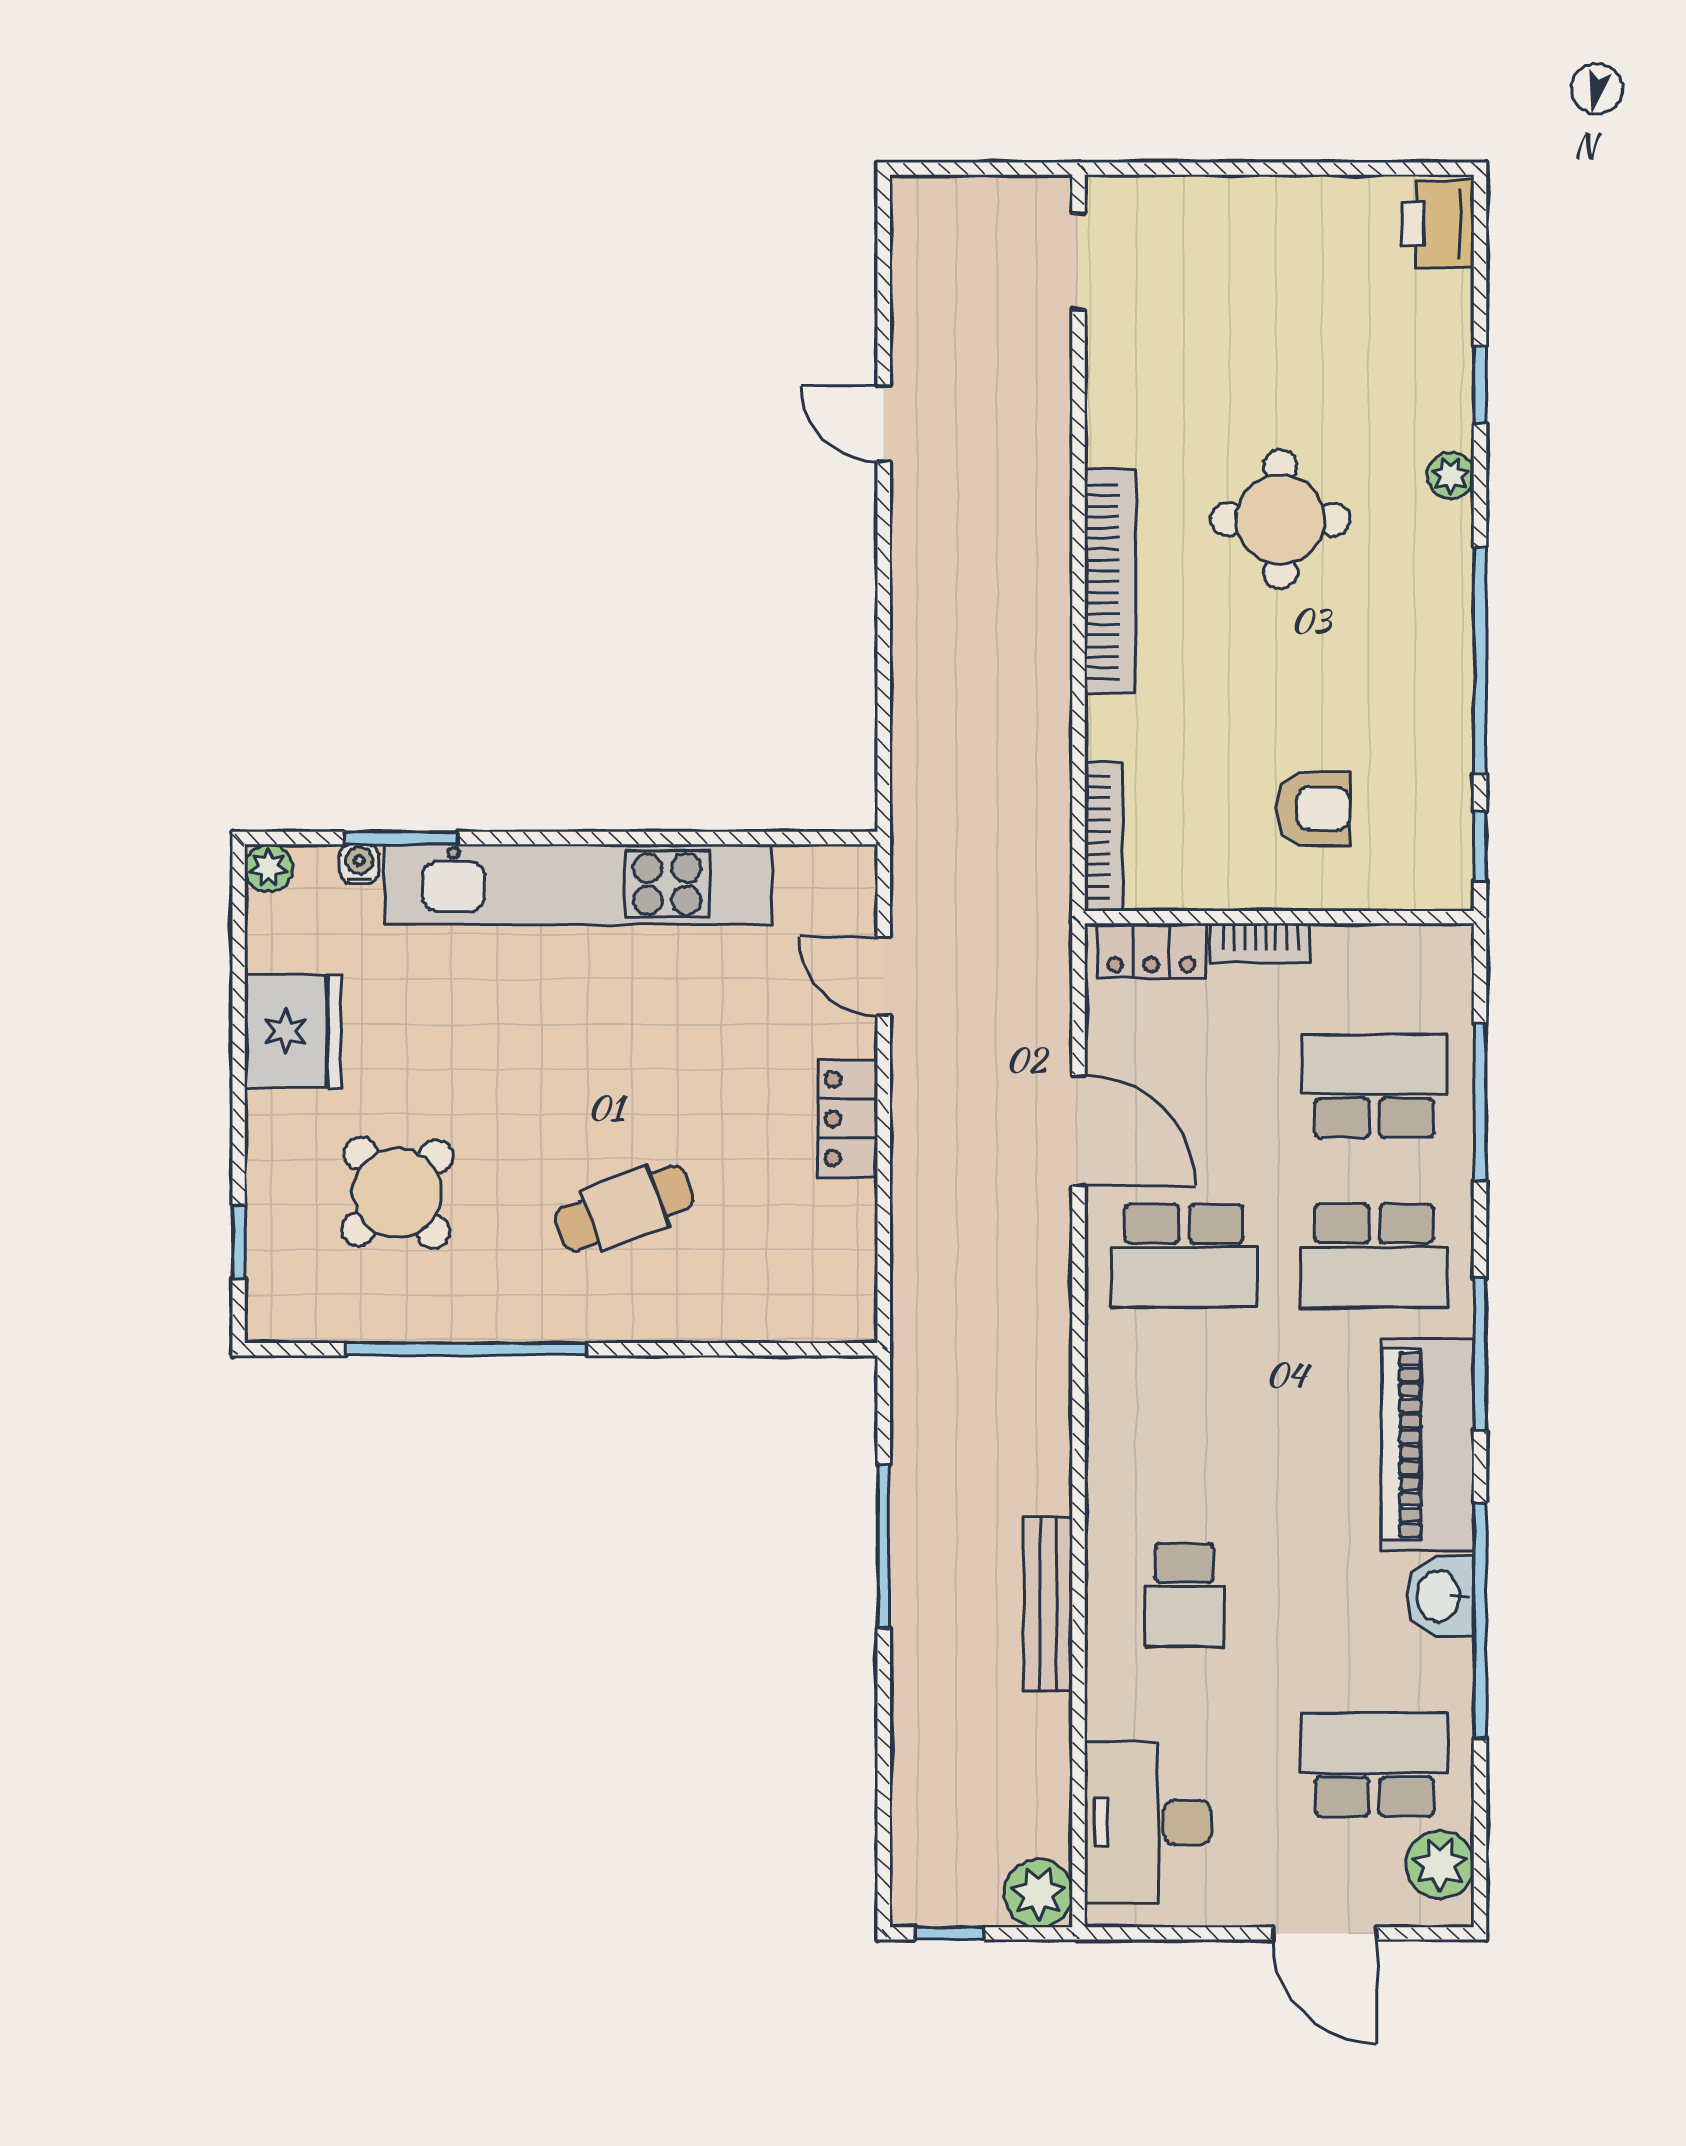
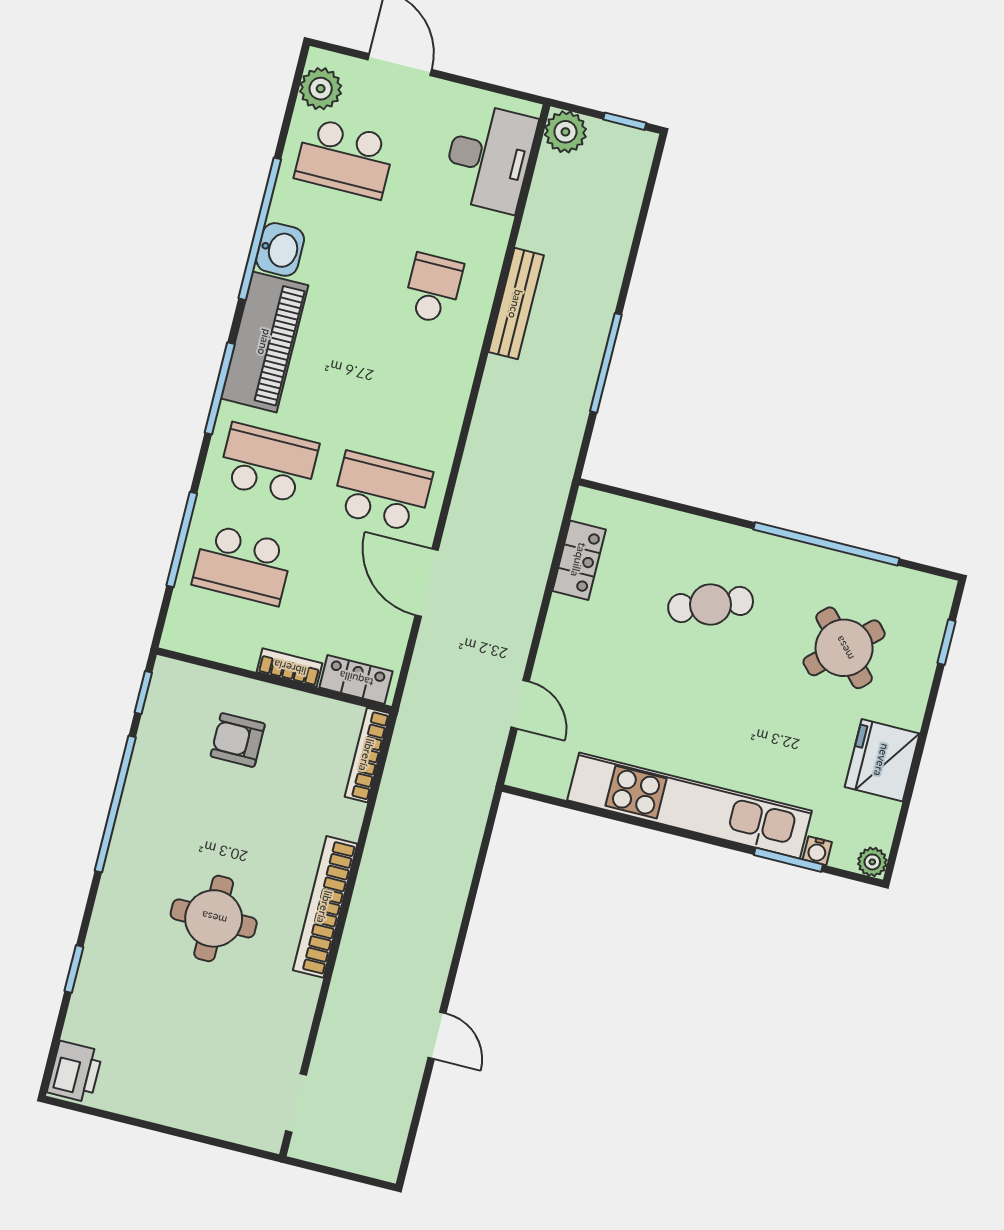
plant: (1451, 475) -> (105, 919), removed
locker: (848, 1119) -> (579, 560), moved

